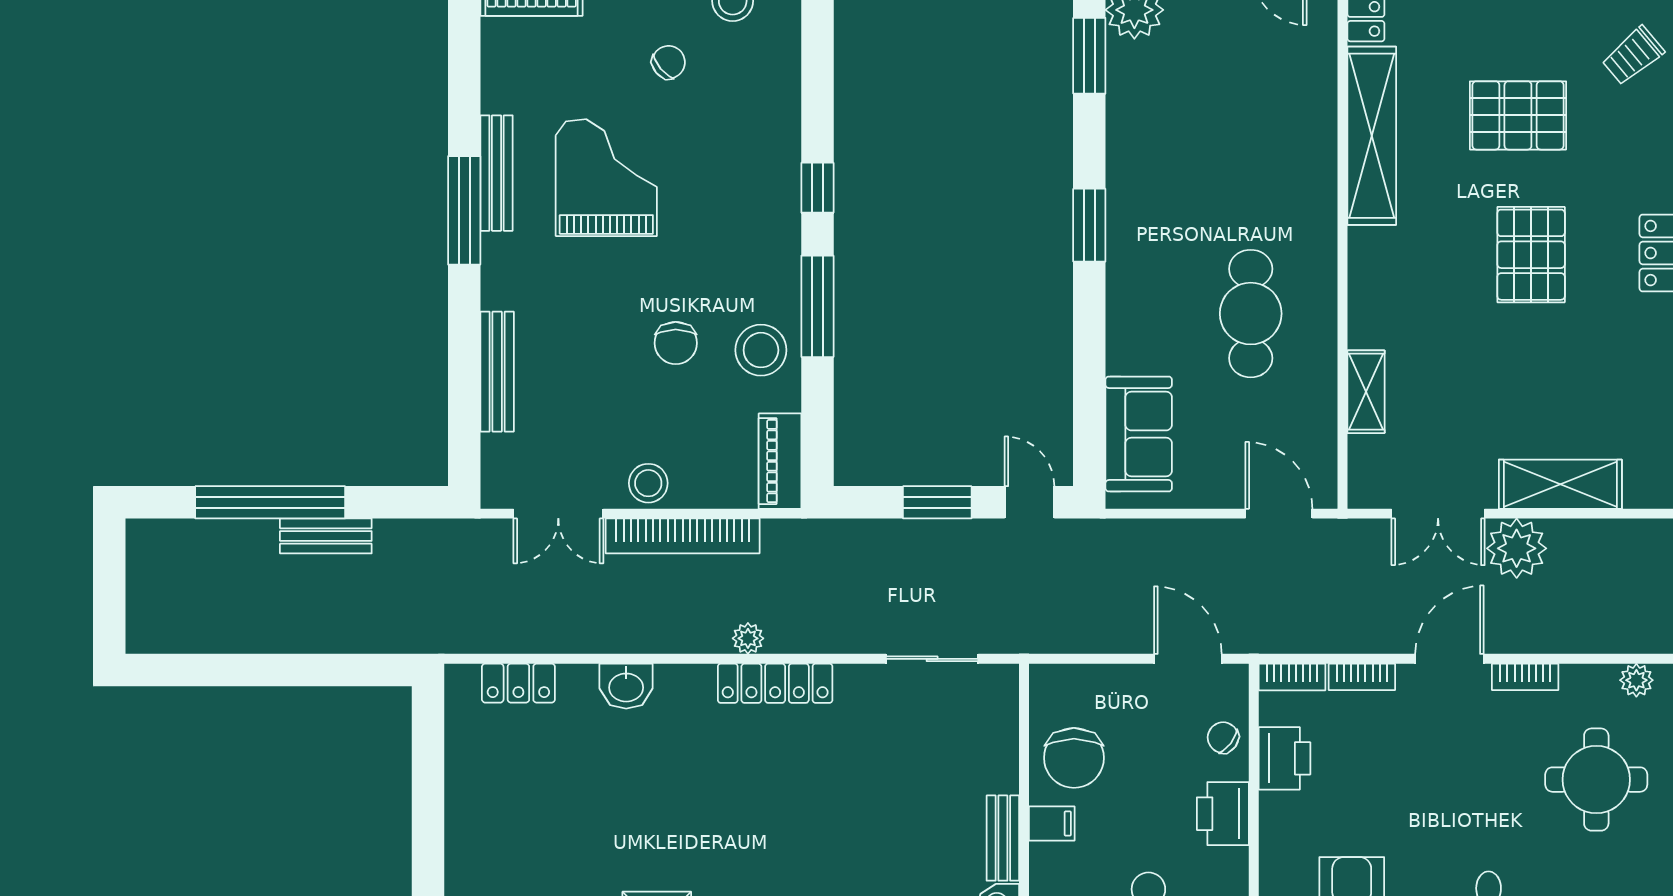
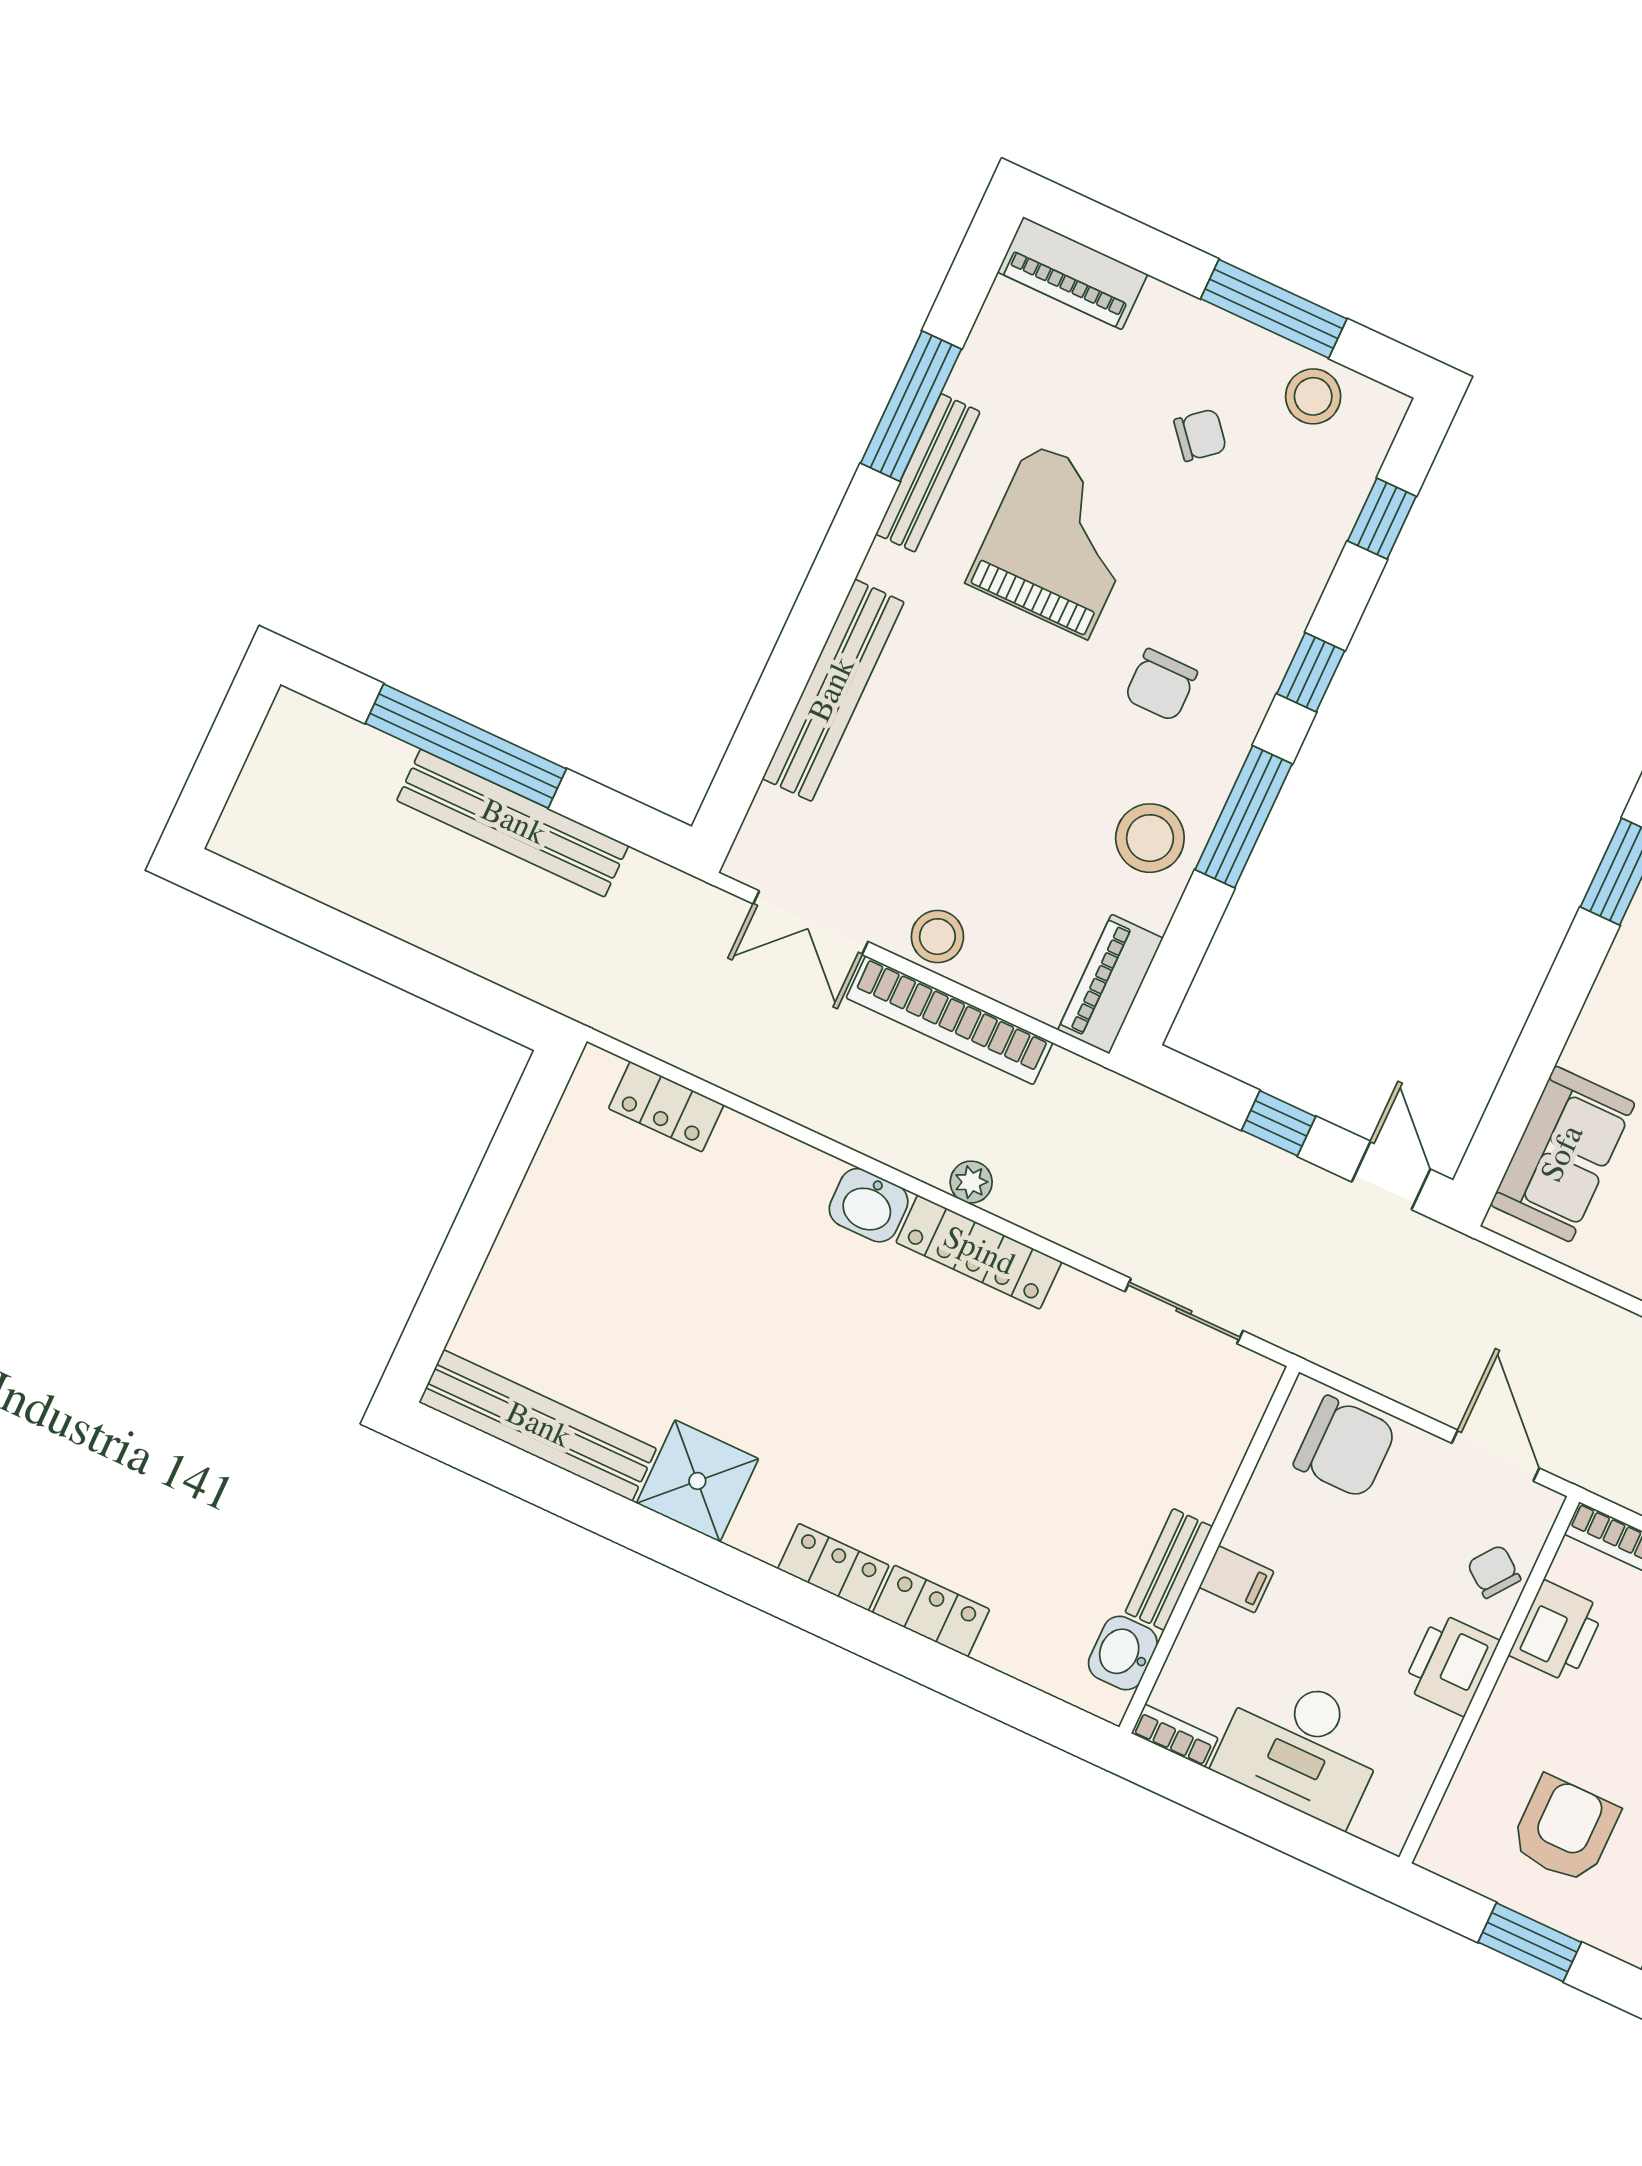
window: (817, 62) -> (1382, 519), added
window: (464, 210) -> (911, 406), moved
chair: (676, 343) -> (1161, 685), moved
bench: (497, 372) -> (833, 690), width x1.37, depth x1.21
window: (937, 502) -> (1279, 1123), width x0.67
bench: (326, 536) -> (513, 823), width x1.86, depth x1.21
washbasin: (626, 686) -> (869, 1205), moved
chair: (1074, 758) -> (1345, 1447), moved, turned -90

